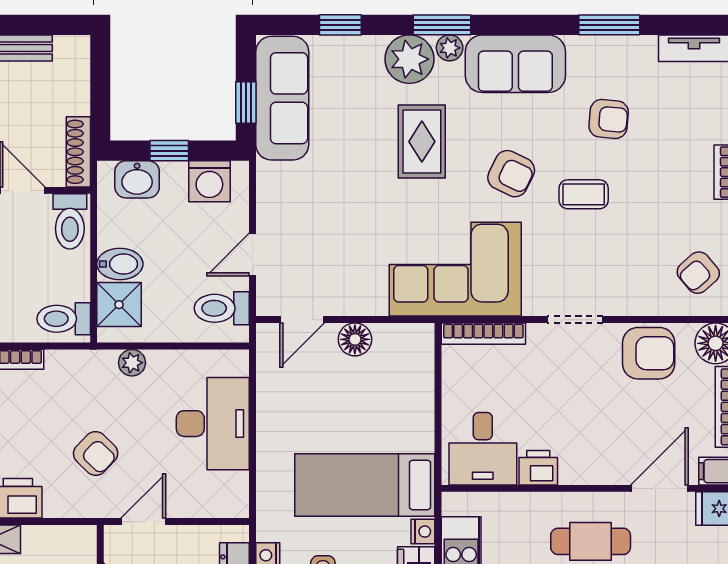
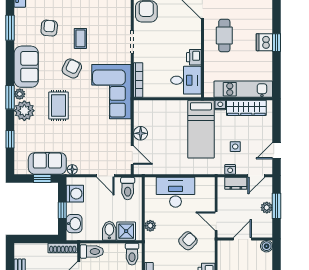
sofa: (282, 98) -> (47, 163), width x0.73
rug: (422, 142) -> (59, 106), turned 90
floor lamp: (268, 175) -> (72, 169), added

